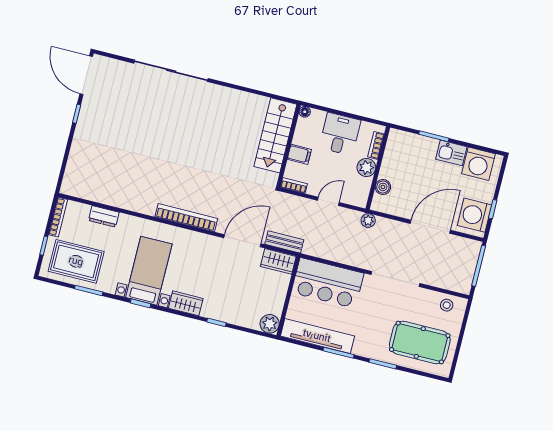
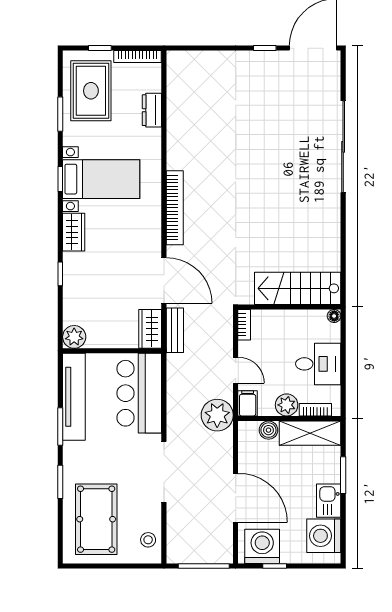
filing cabinet: (299, 154) -> (248, 403), moved, turned 180
shelving: (394, 154) -> (310, 433), added
plant: (368, 220) -> (217, 415), width x1.87, depth x1.87

